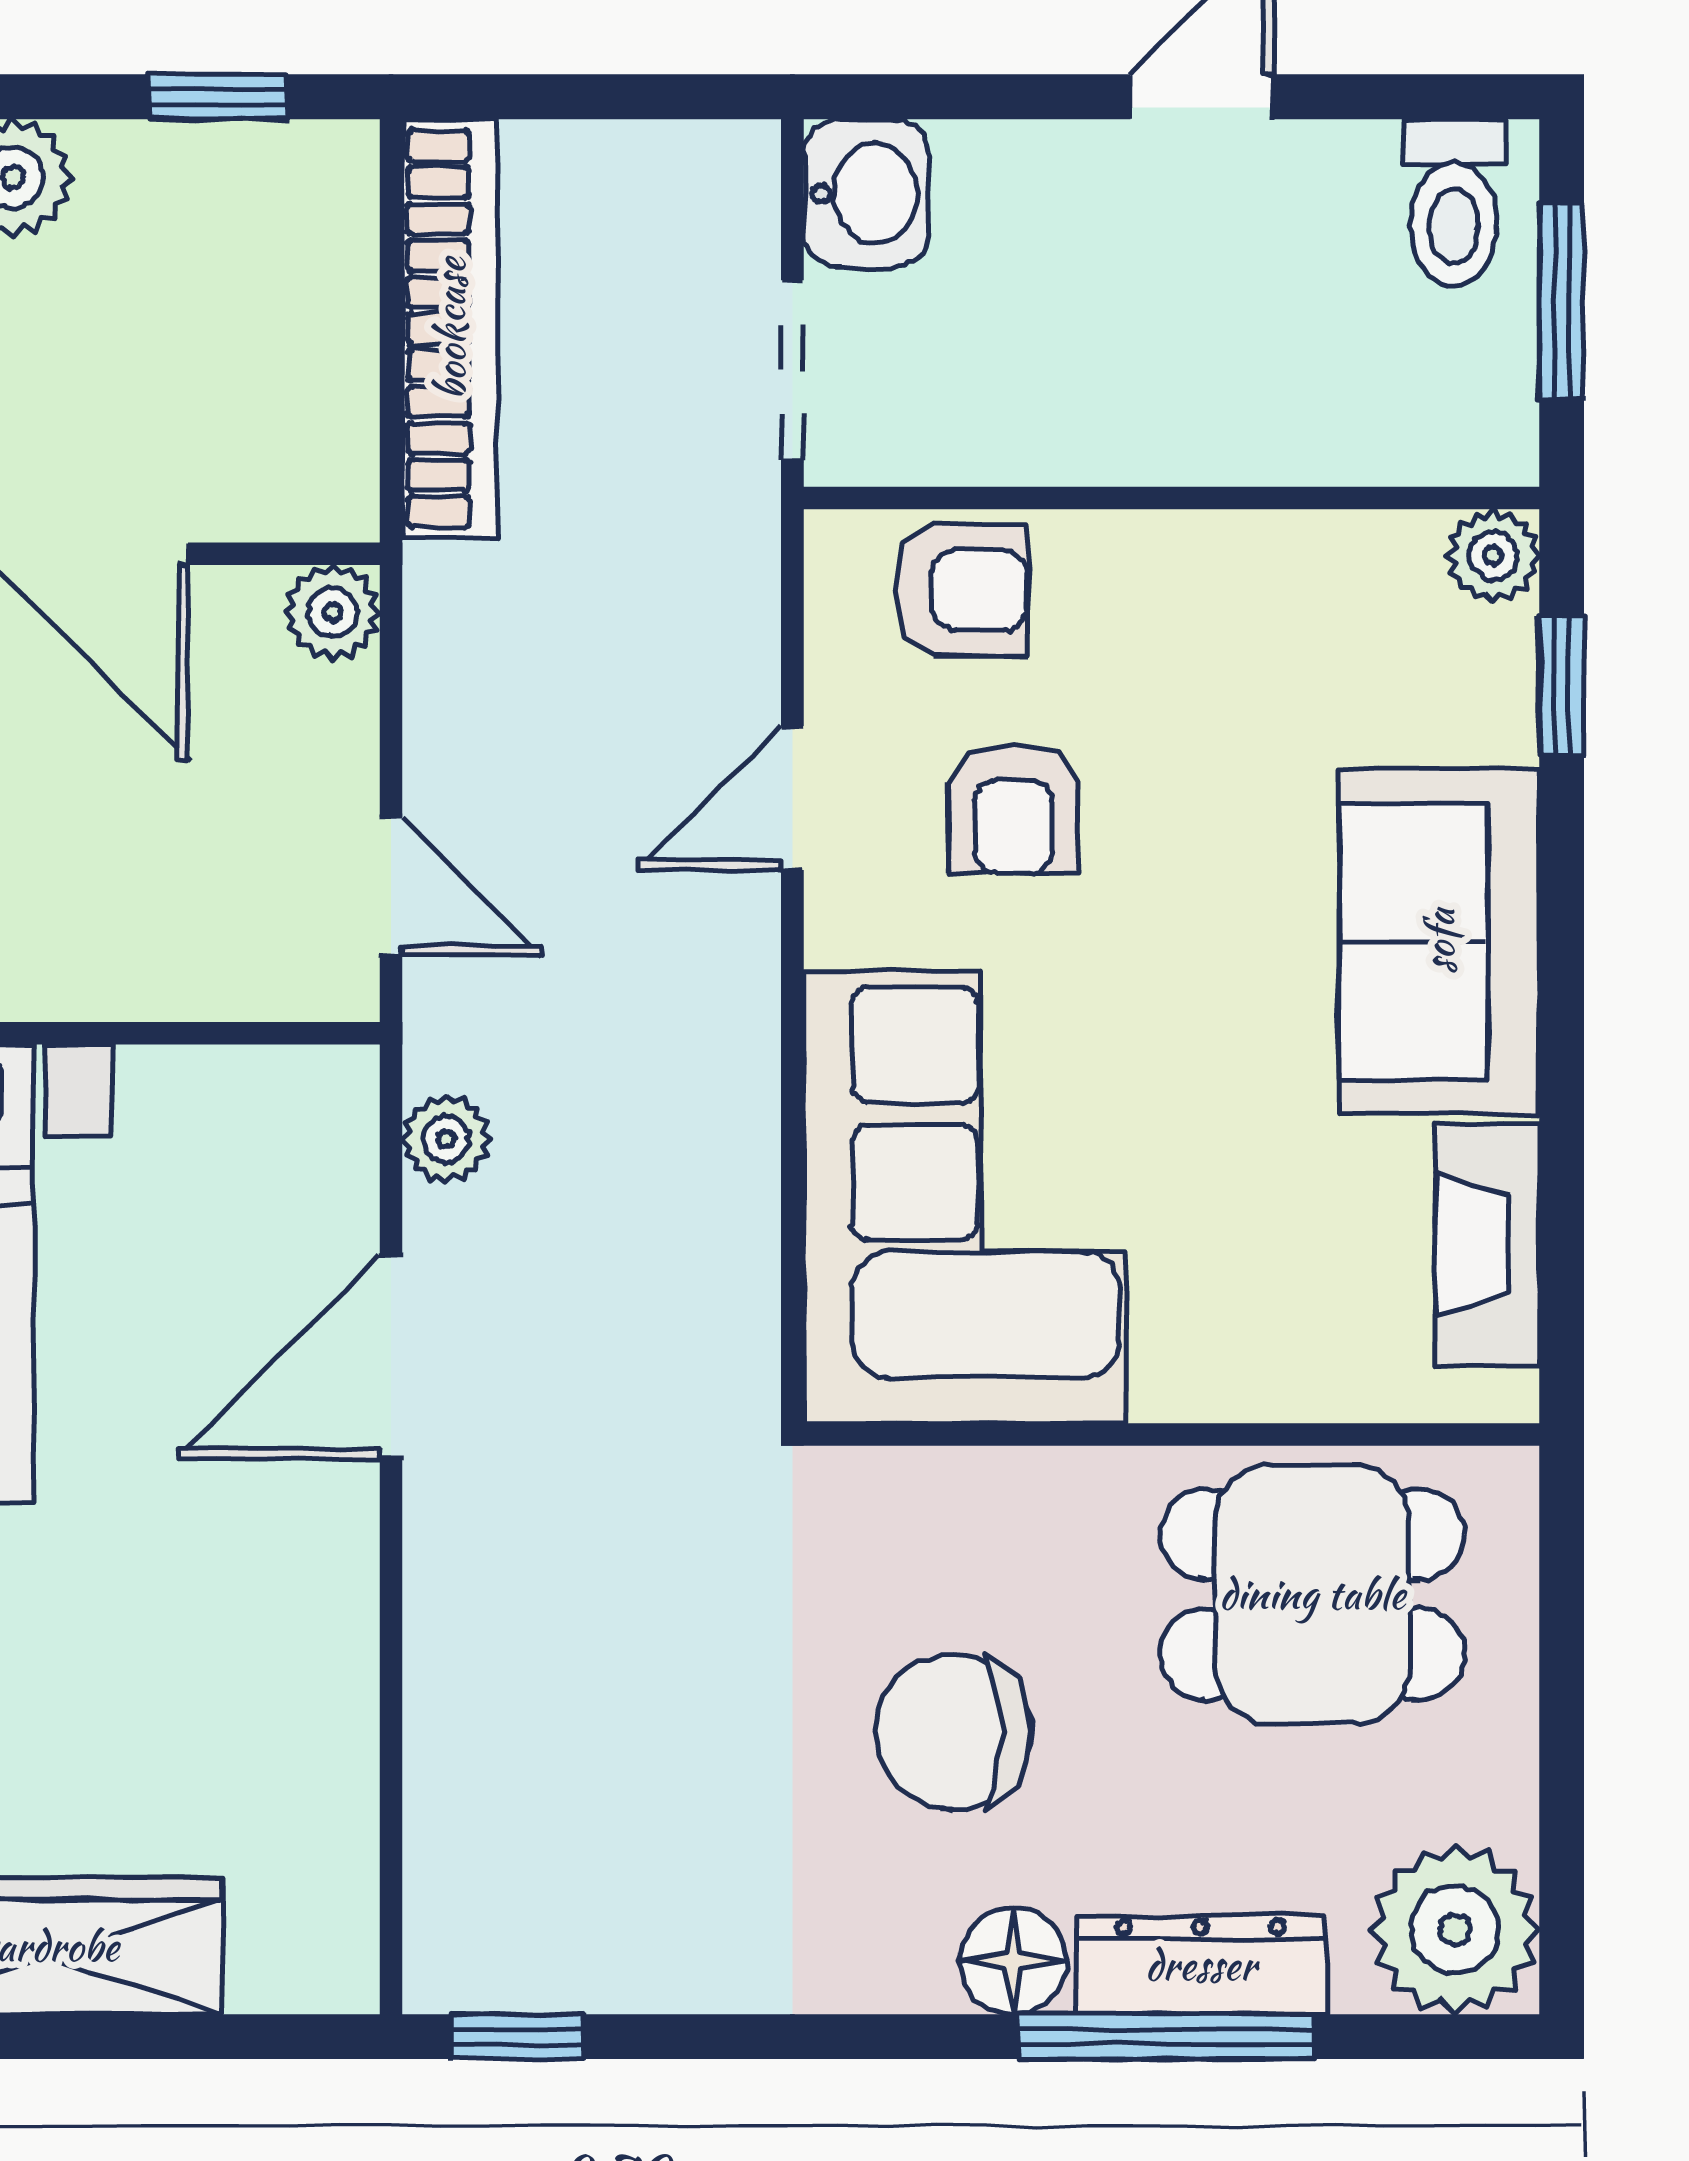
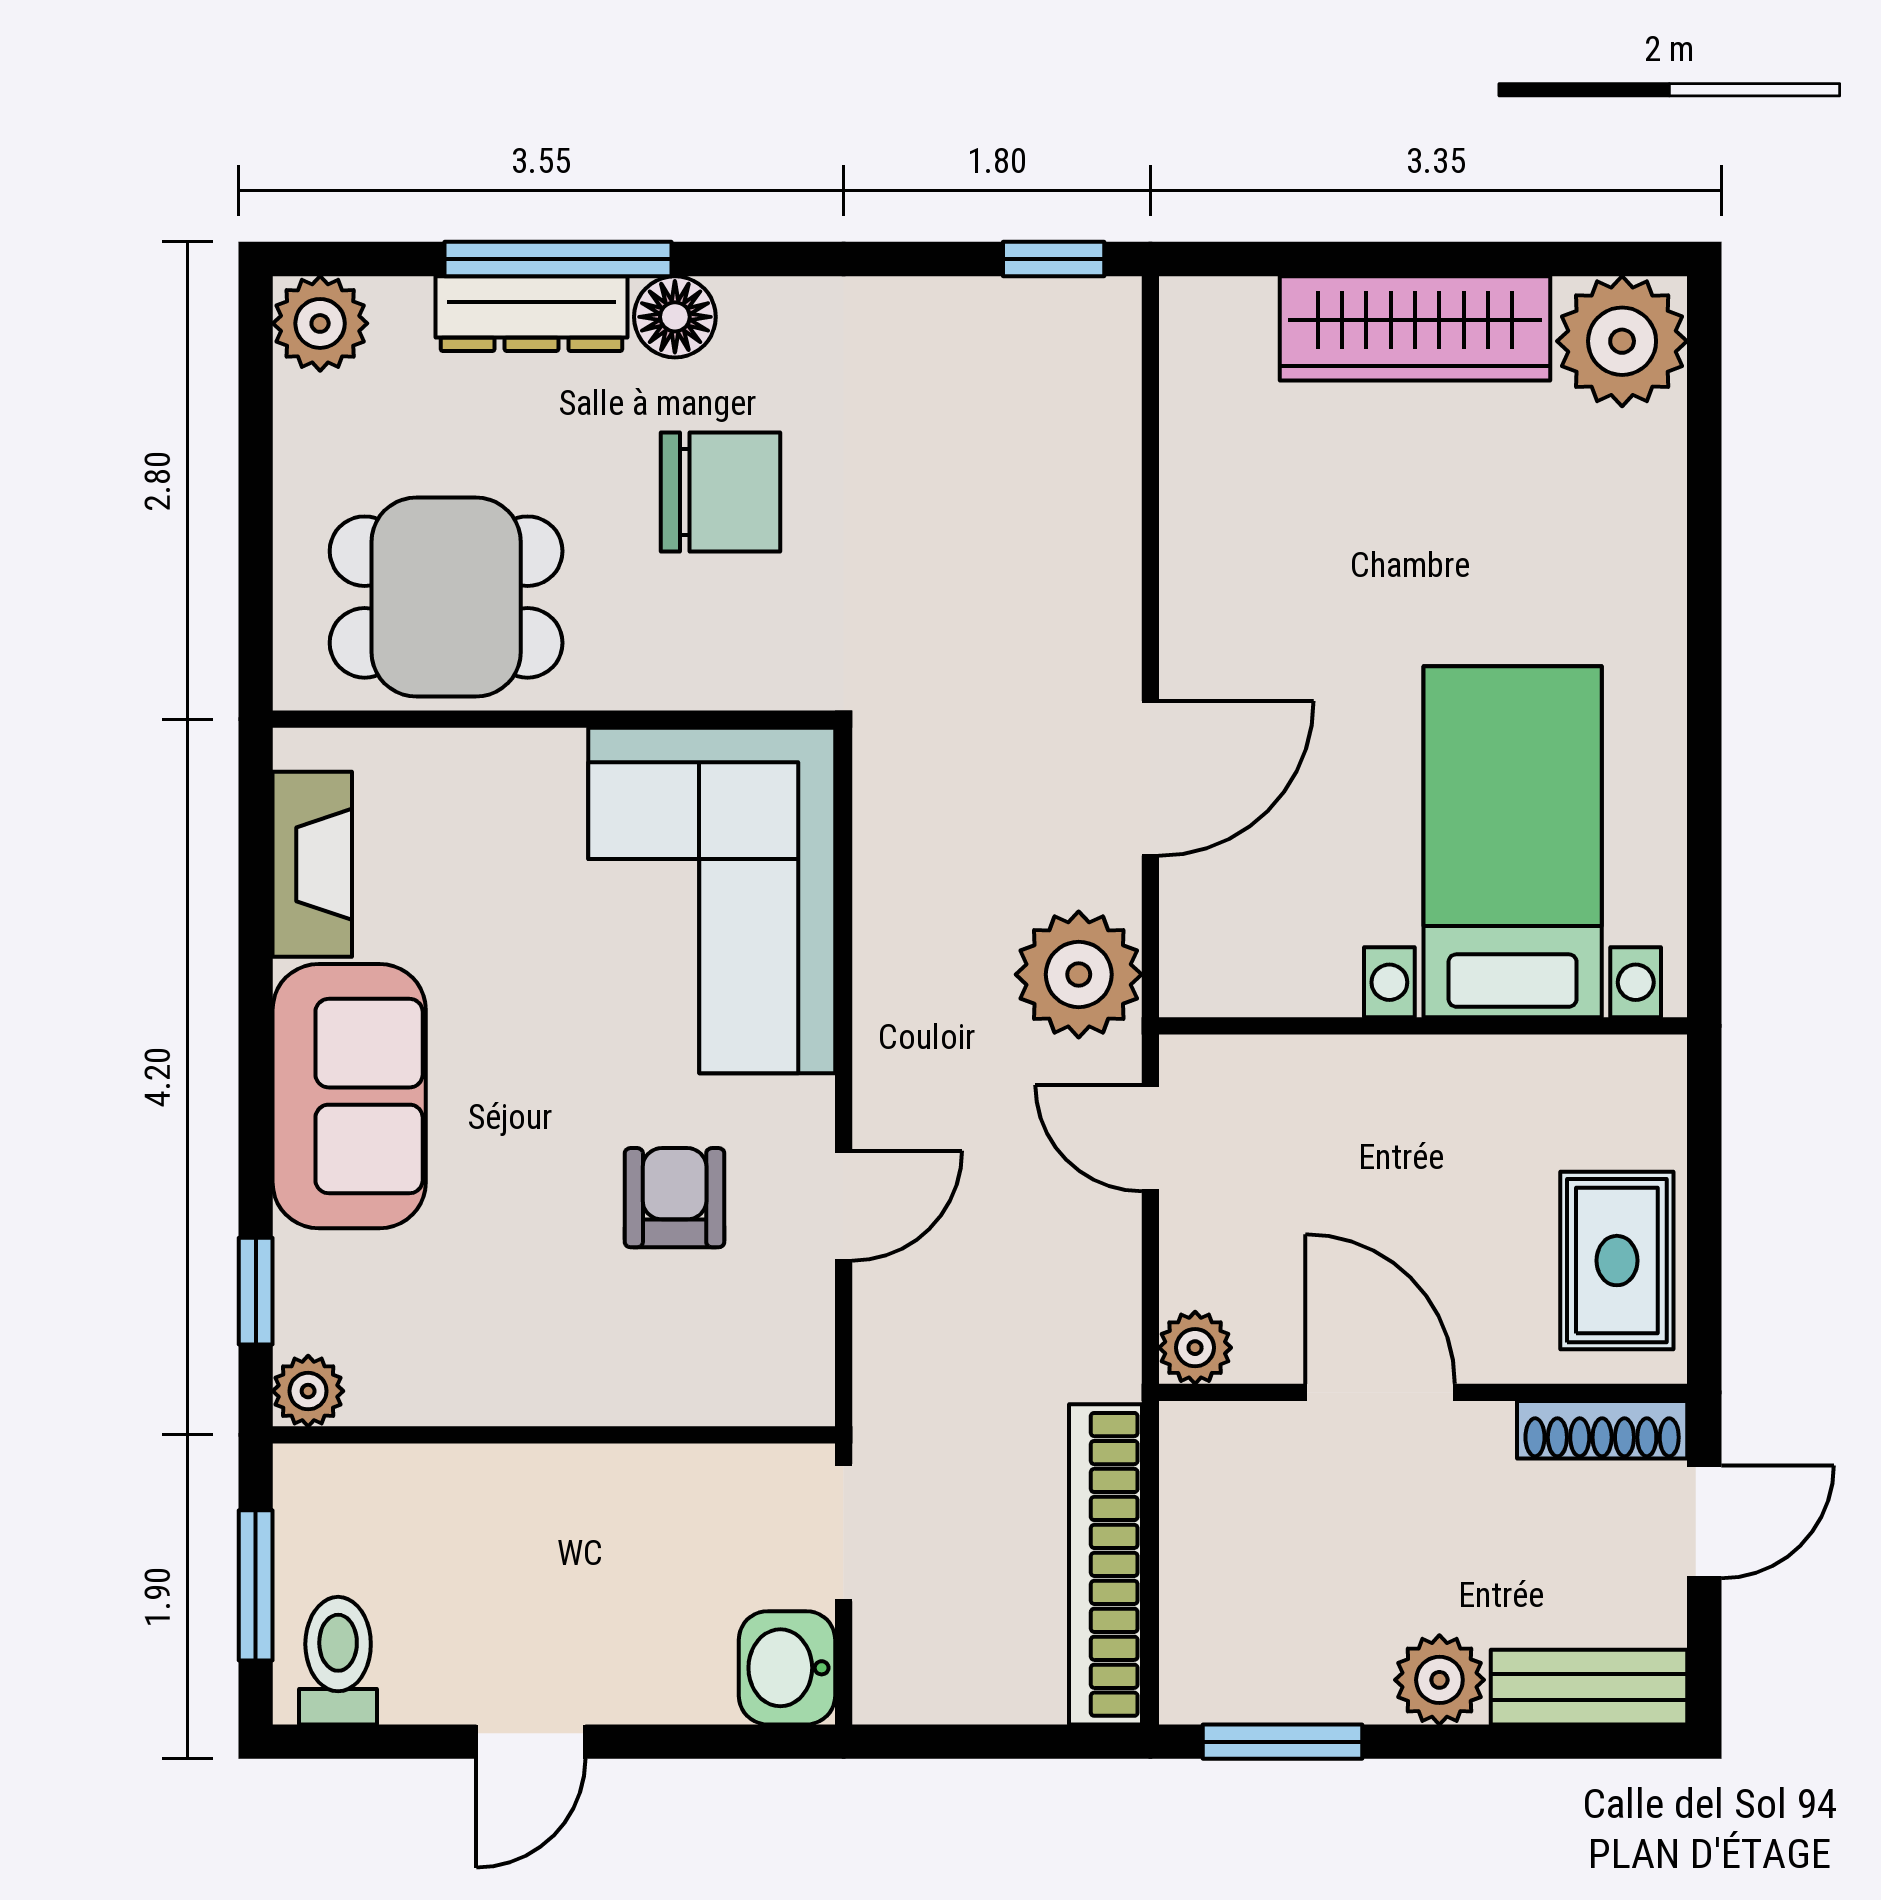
window: (218, 97) -> (1283, 1742), width x1.50
armchair: (961, 590) -> (715, 1365), removed
plant: (446, 1139) -> (1079, 974), width x1.88, depth x1.88
plant: (1455, 1930) -> (320, 323), width x0.73, depth x0.73

